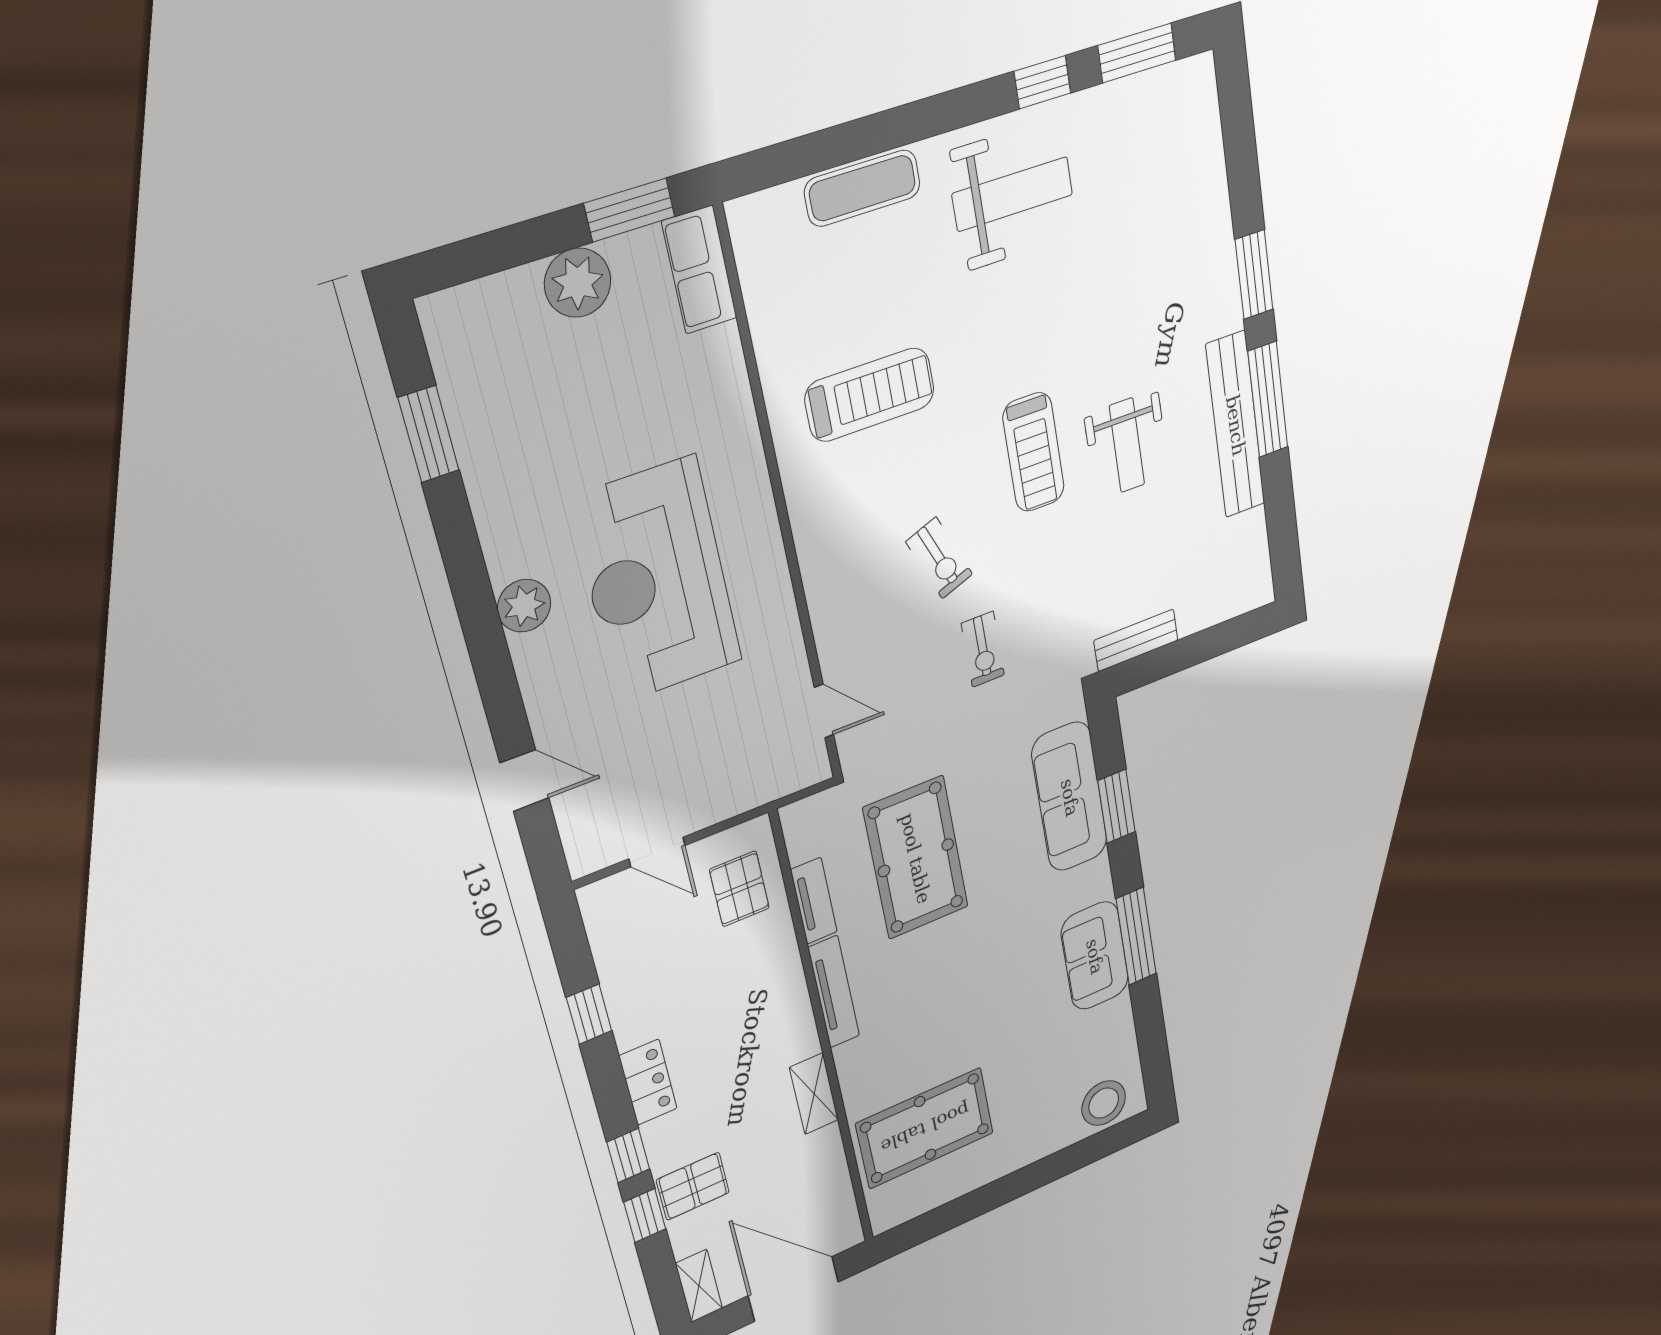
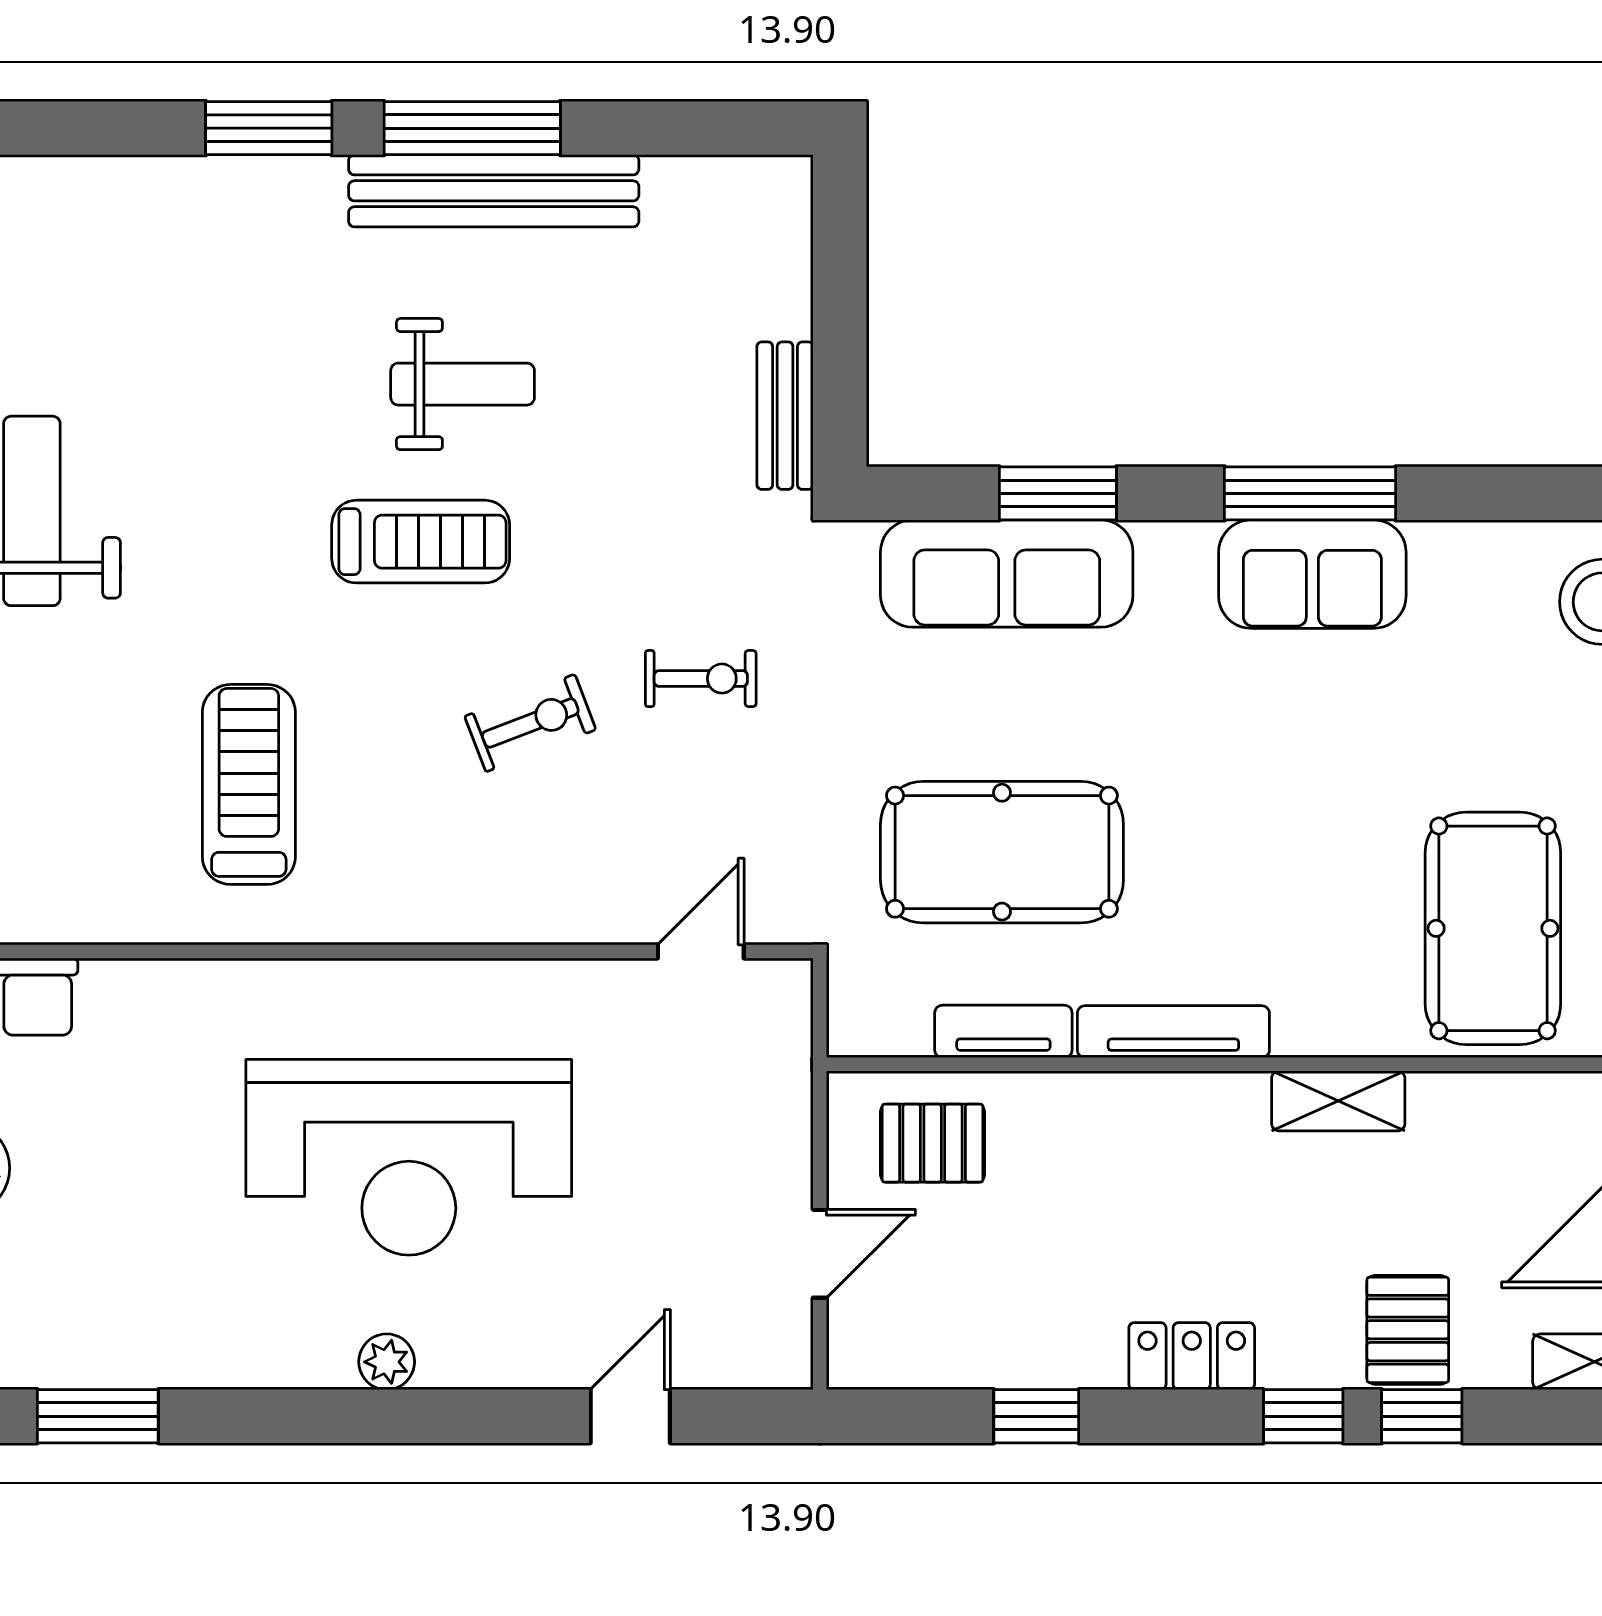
plant: (524, 606) -> (387, 1362), width x0.73, depth x0.73

